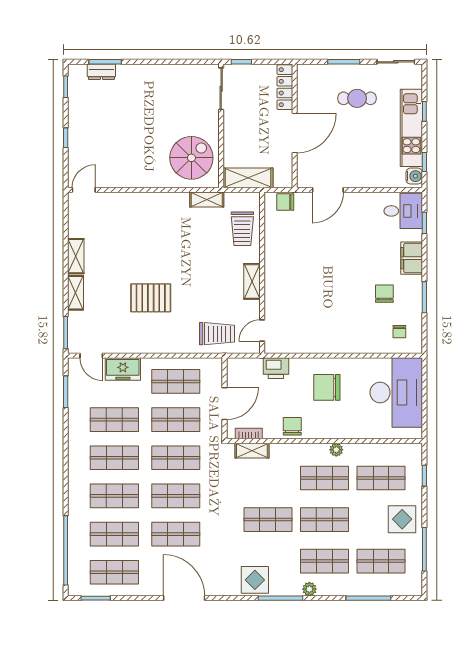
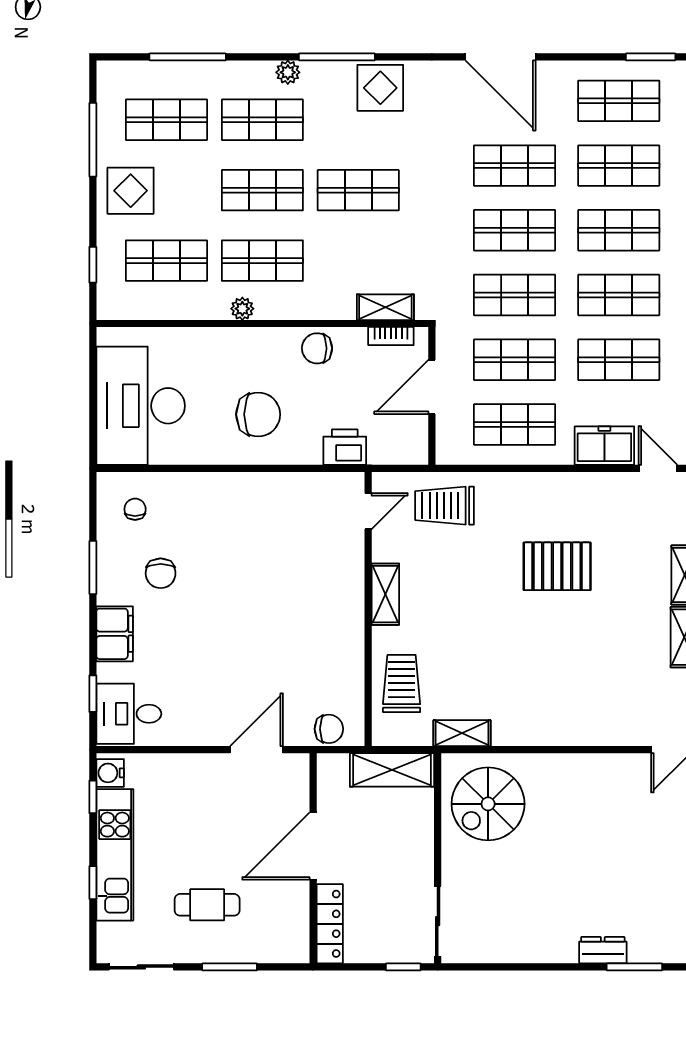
dresser: (101, 72) -> (603, 950), moved
chair: (292, 426) -> (317, 348), turned 90

